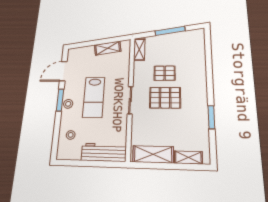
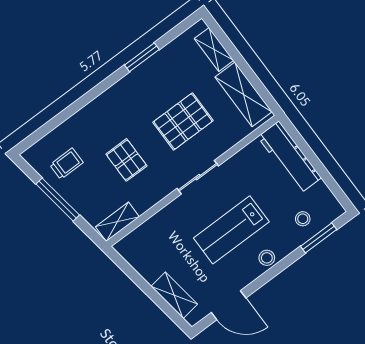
trolley: (184, 45) -> (67, 164), added
shelving: (108, 48) -> (174, 295), moved
lab bench: (94, 97) -> (231, 230), turned 180
pallet: (165, 98) -> (183, 121), moved, turned 90
window: (60, 100) -> (319, 238), moved

